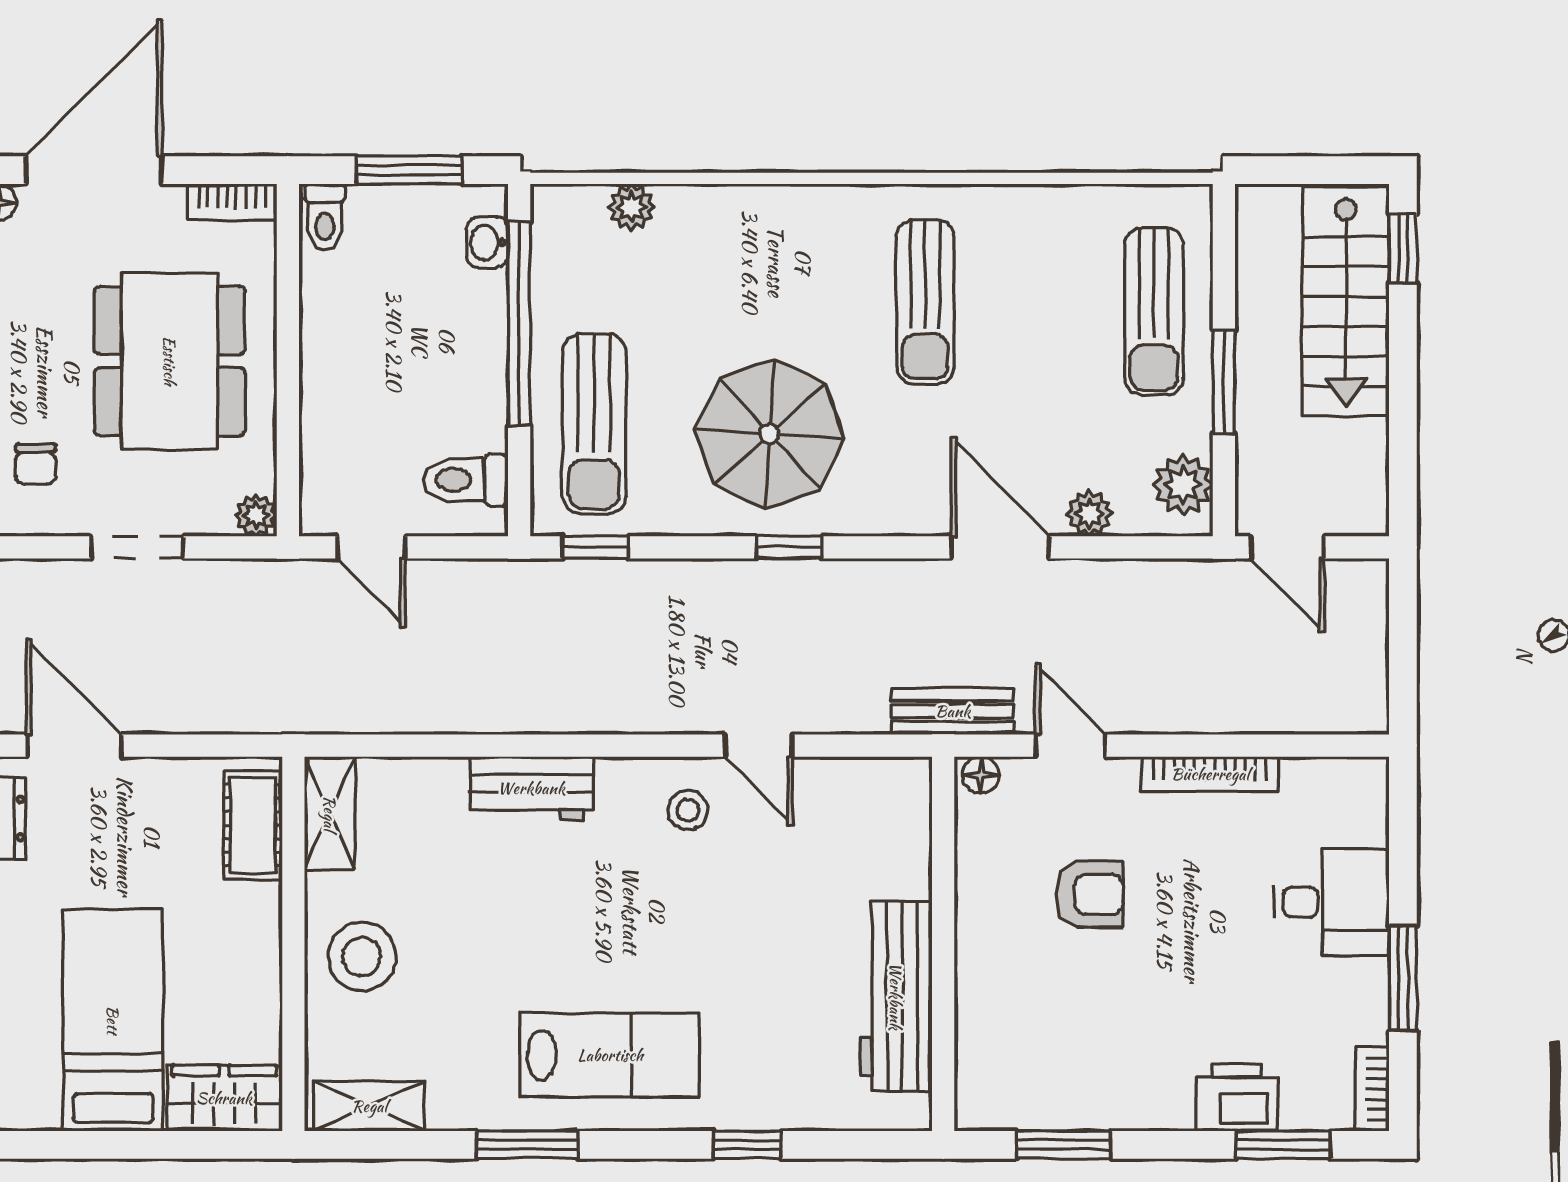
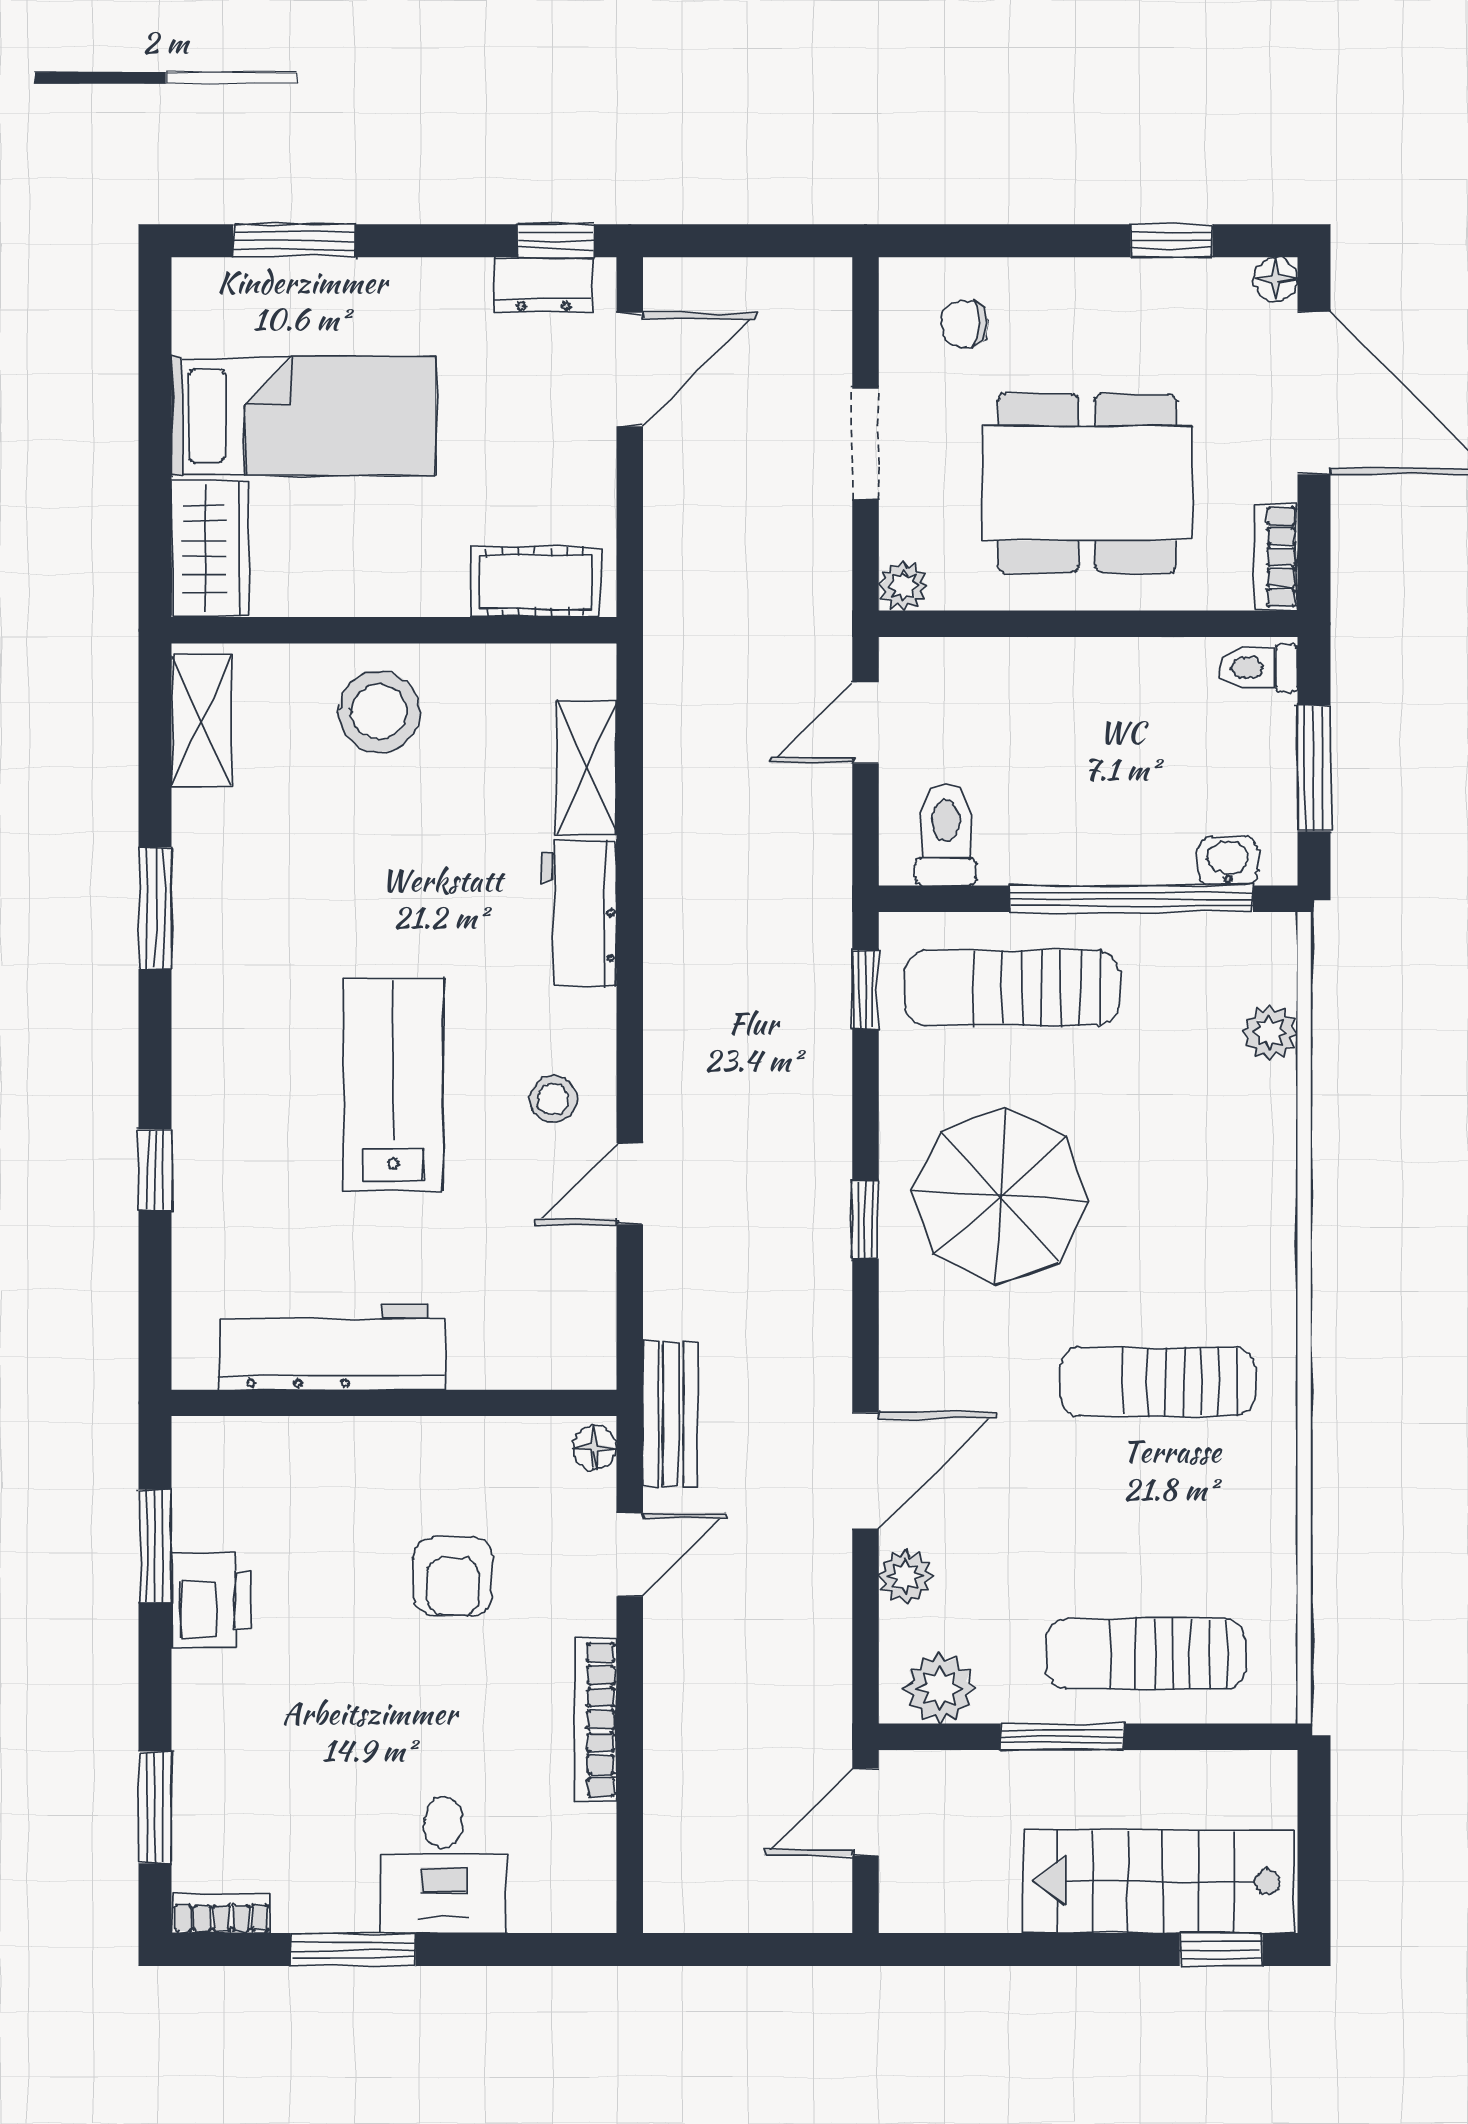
shelving: (330, 813) -> (586, 768), moved, turned 90
lab bench: (610, 1055) -> (393, 1084), moved, turned 180
printer: (1237, 1098) -> (211, 1600), moved

